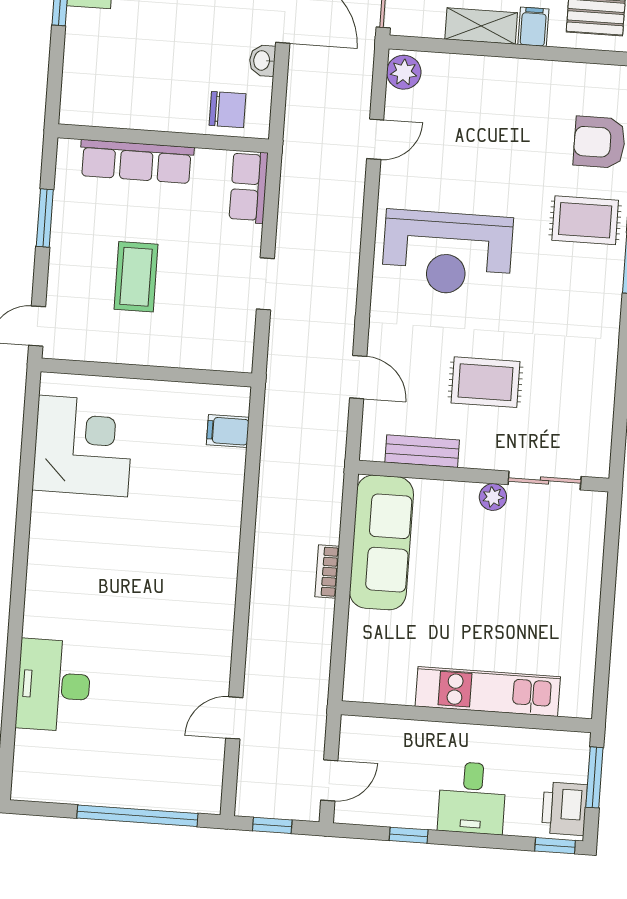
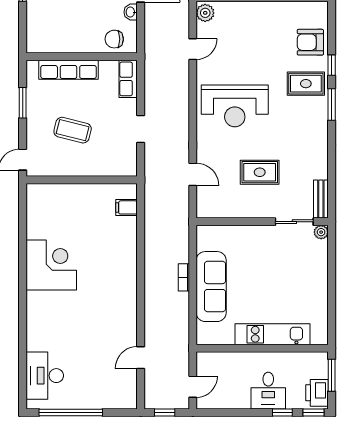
chair: (227, 110) -> (114, 39), turned 180
coffee table: (136, 277) -> (73, 130), turned -76
corner desk: (83, 446) -> (51, 265), moved
bench: (422, 451) -> (321, 199), moved, turned 90
plant: (493, 497) -> (321, 232), moved
sofa: (381, 542) -> (211, 287), moved
desk: (54, 685) -> (45, 376), moved
window: (137, 816) -> (71, 413), moved
window: (409, 835) -> (282, 413), moved

